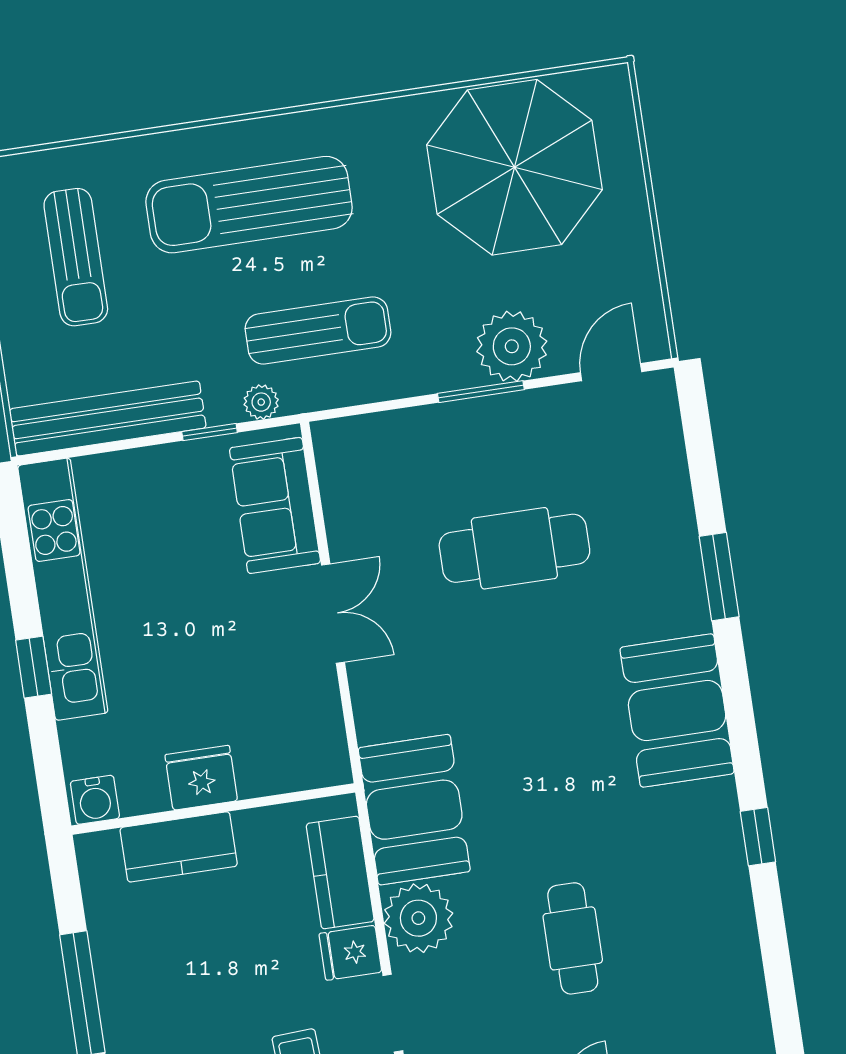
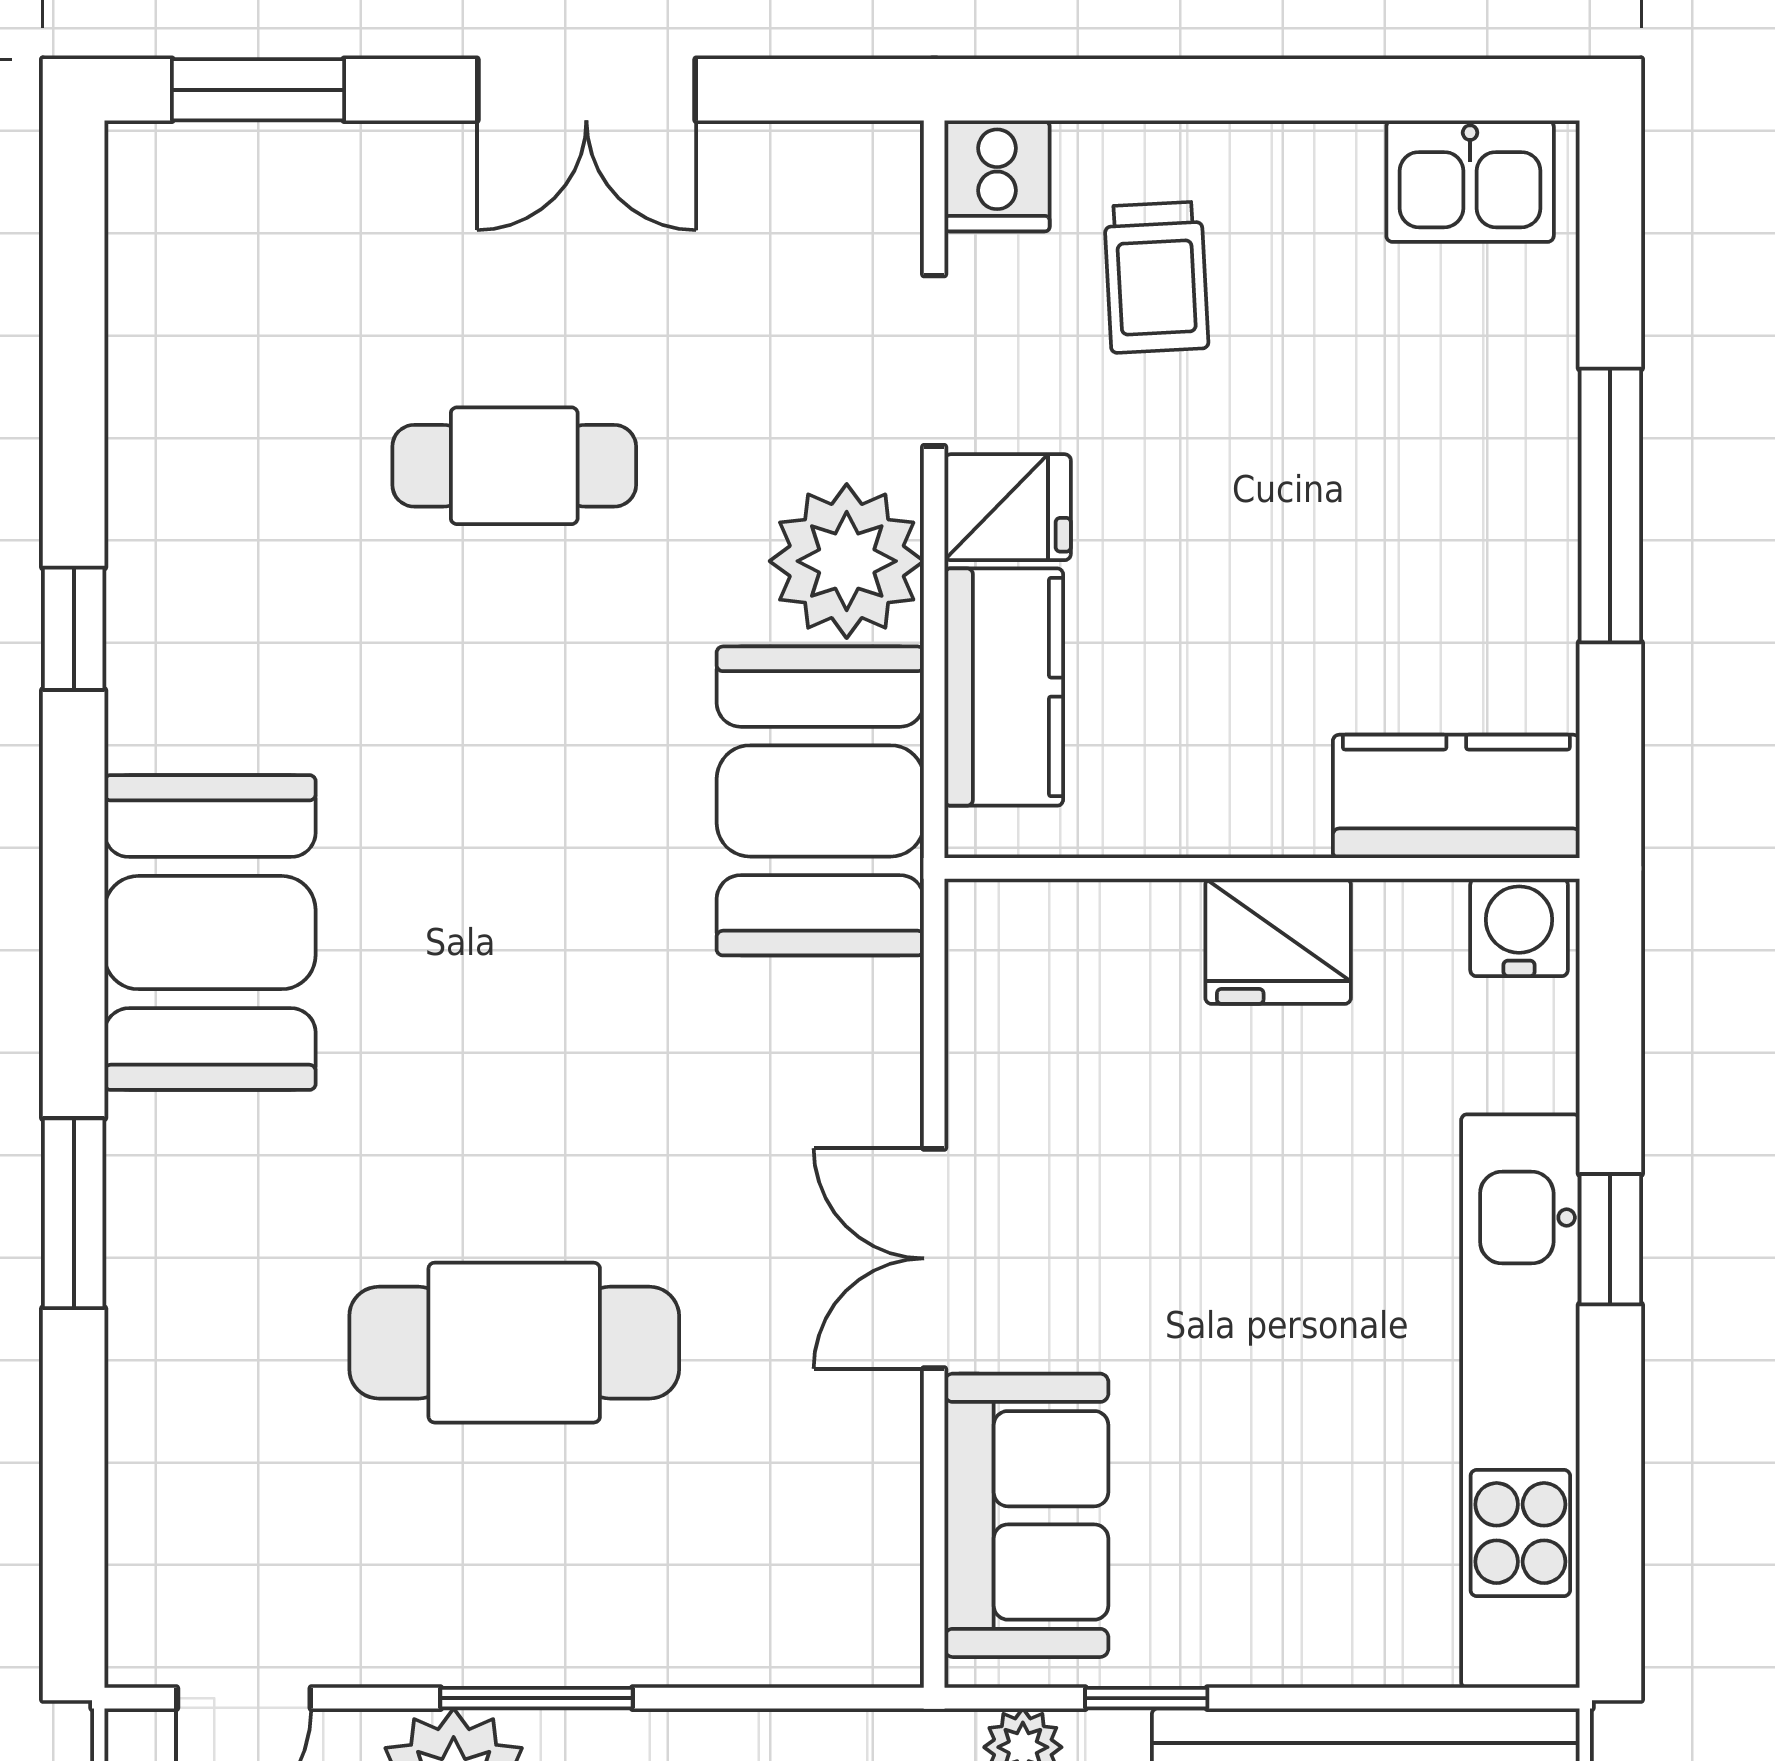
kitchen counter: (179, 847) -> (1456, 796), moved
cafe table: (573, 938) -> (514, 466), turned 90

